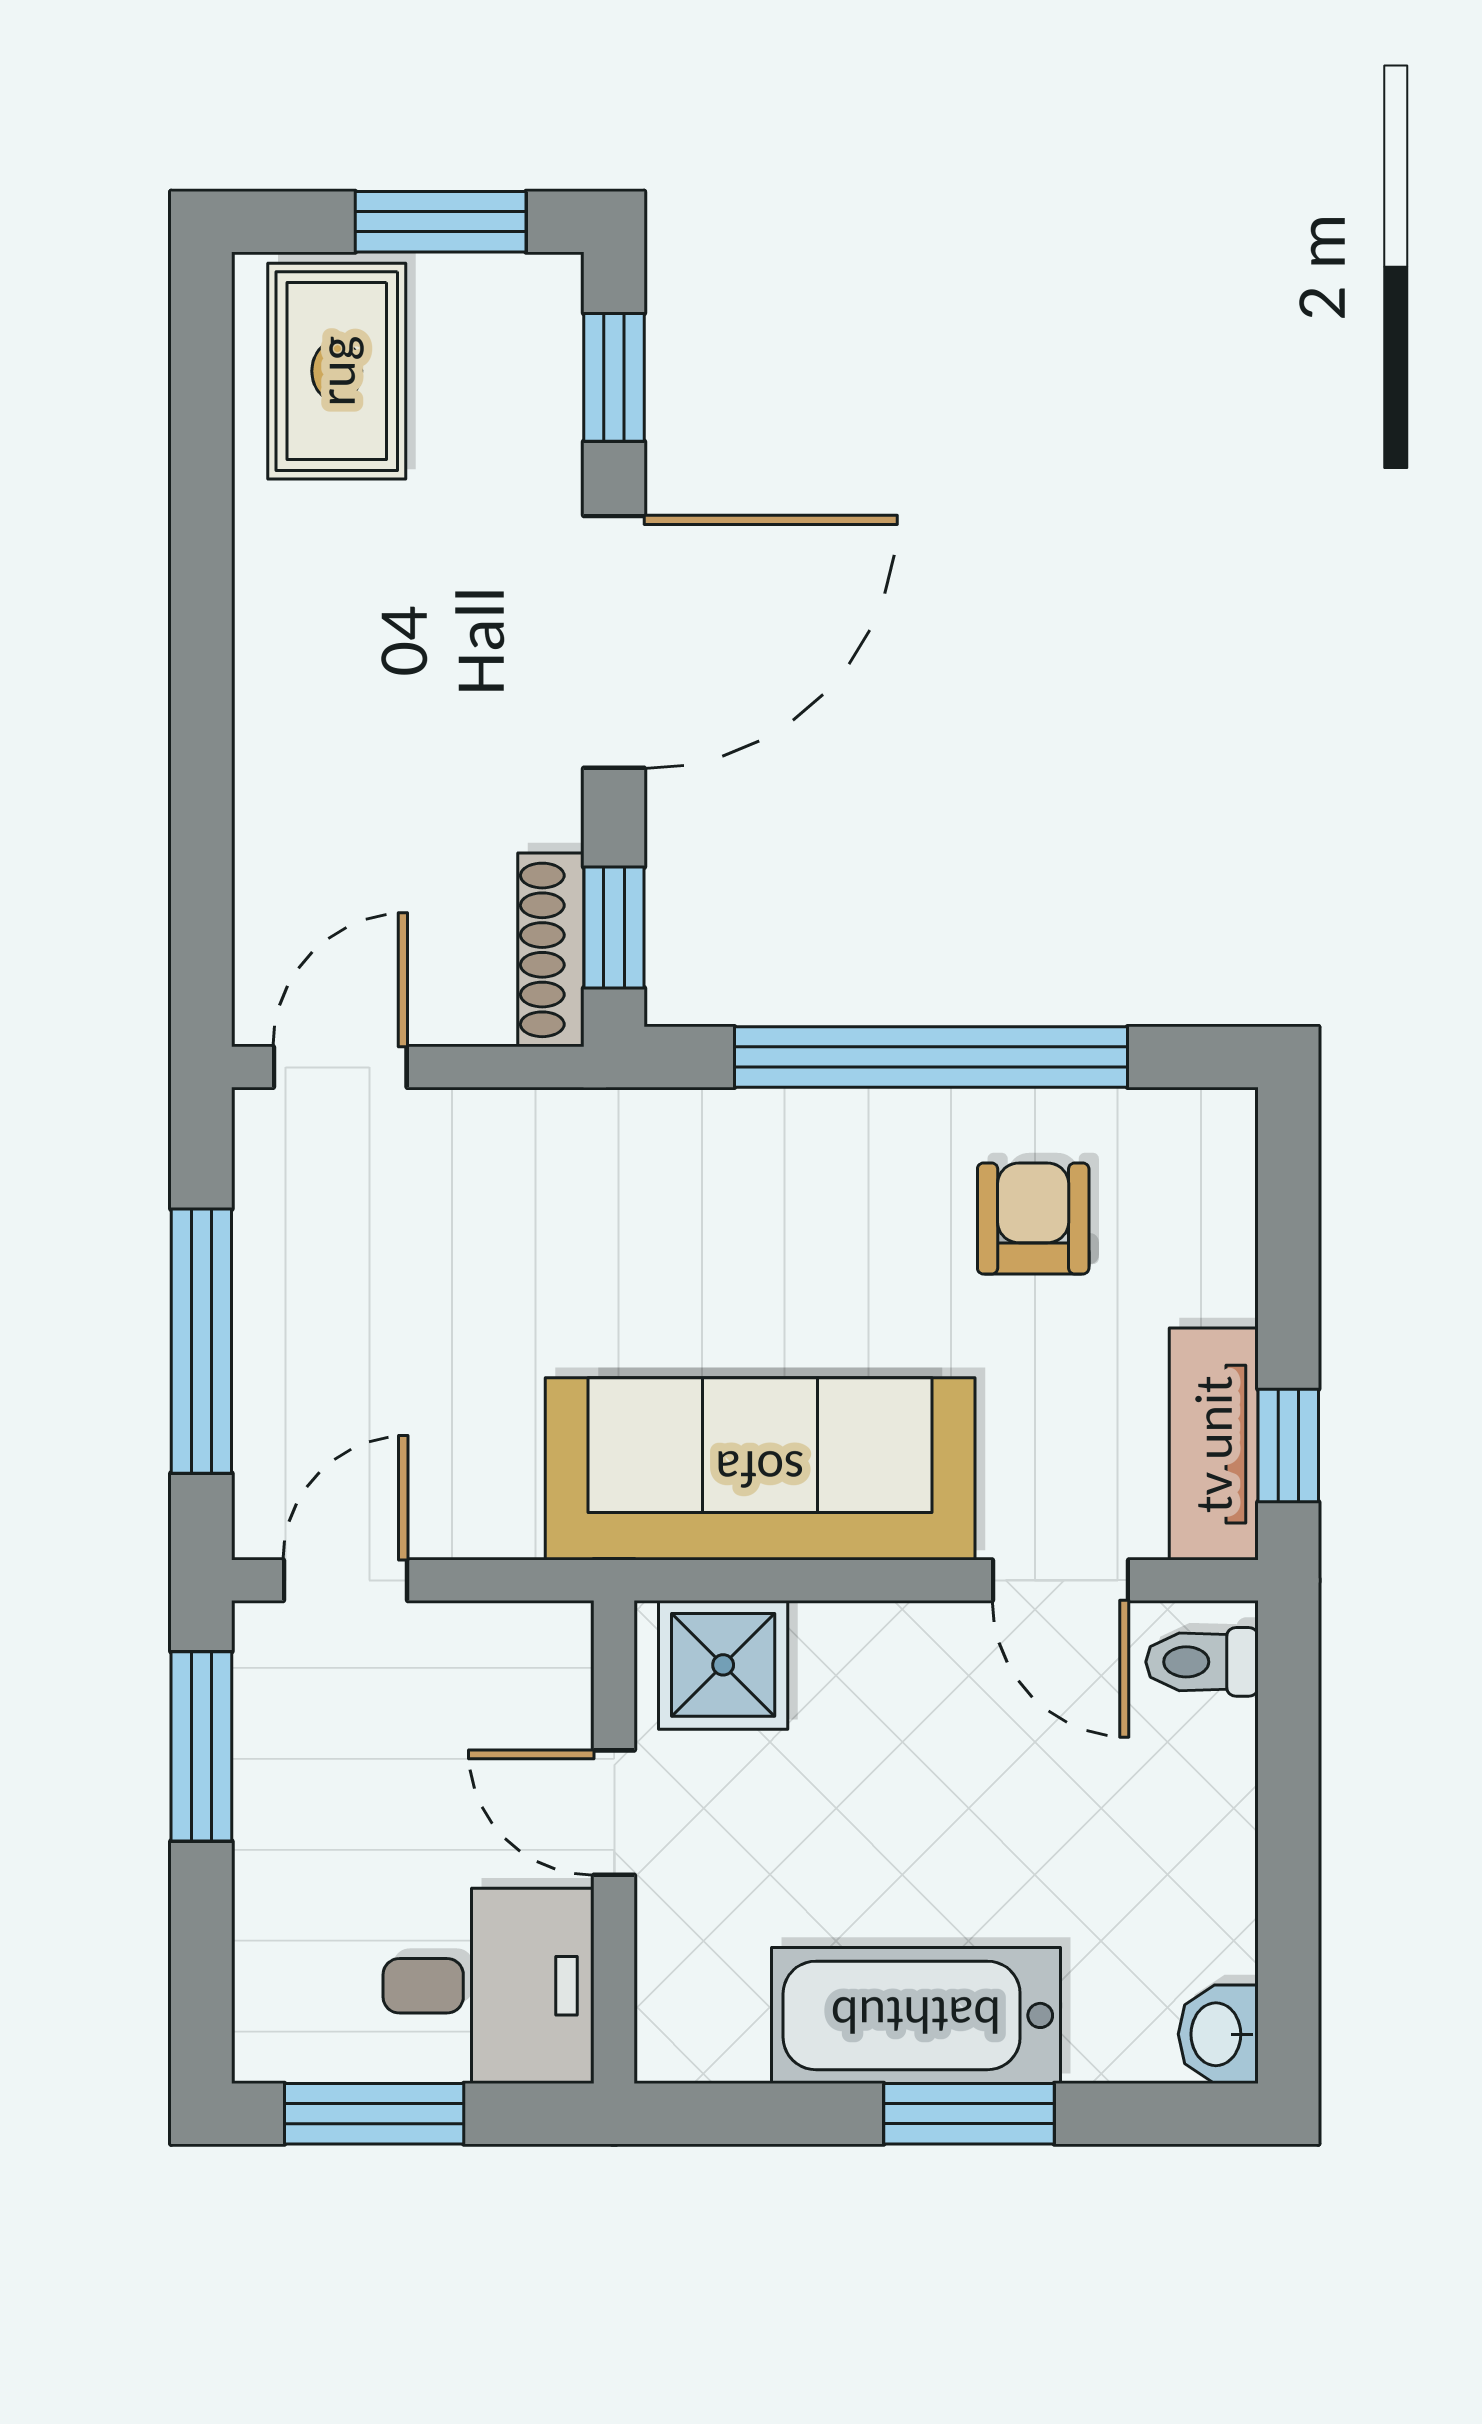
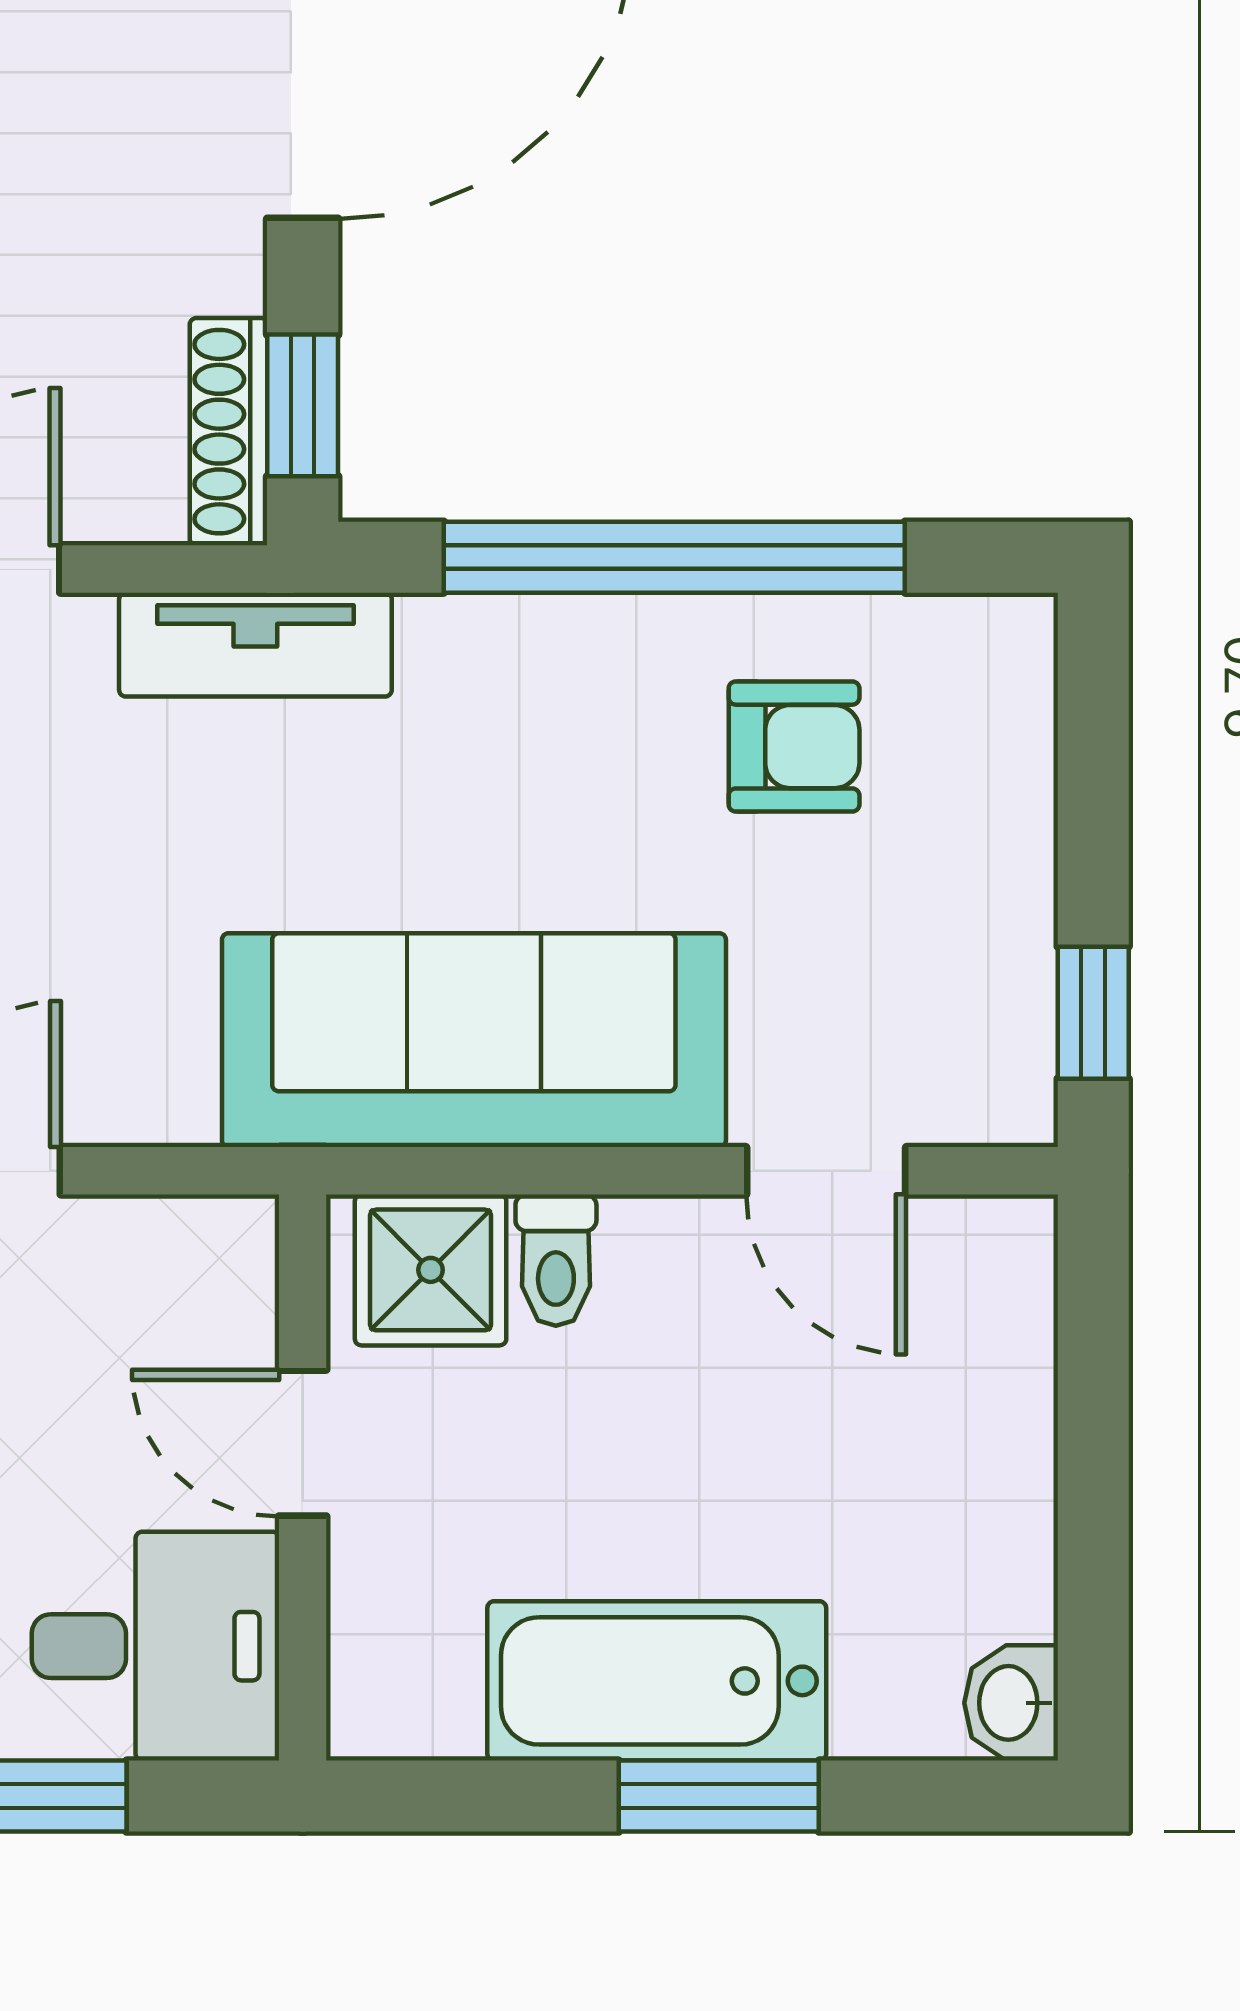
armchair: (1033, 1219) -> (794, 747), turned 90
tv unit: (1214, 1444) -> (255, 645), moved, turned -90
toilet: (1202, 1662) -> (556, 1260), moved, turned -90

